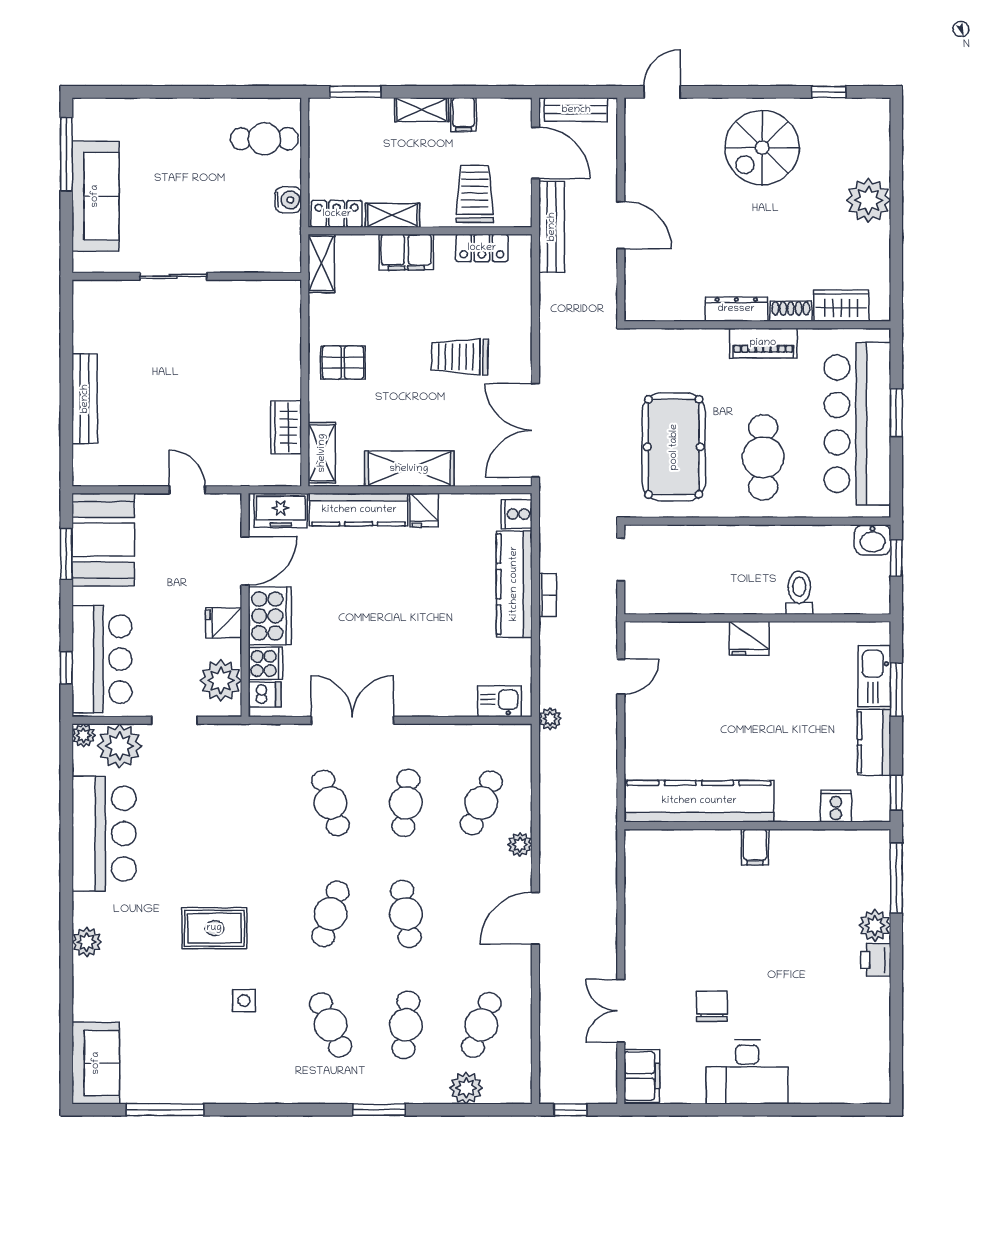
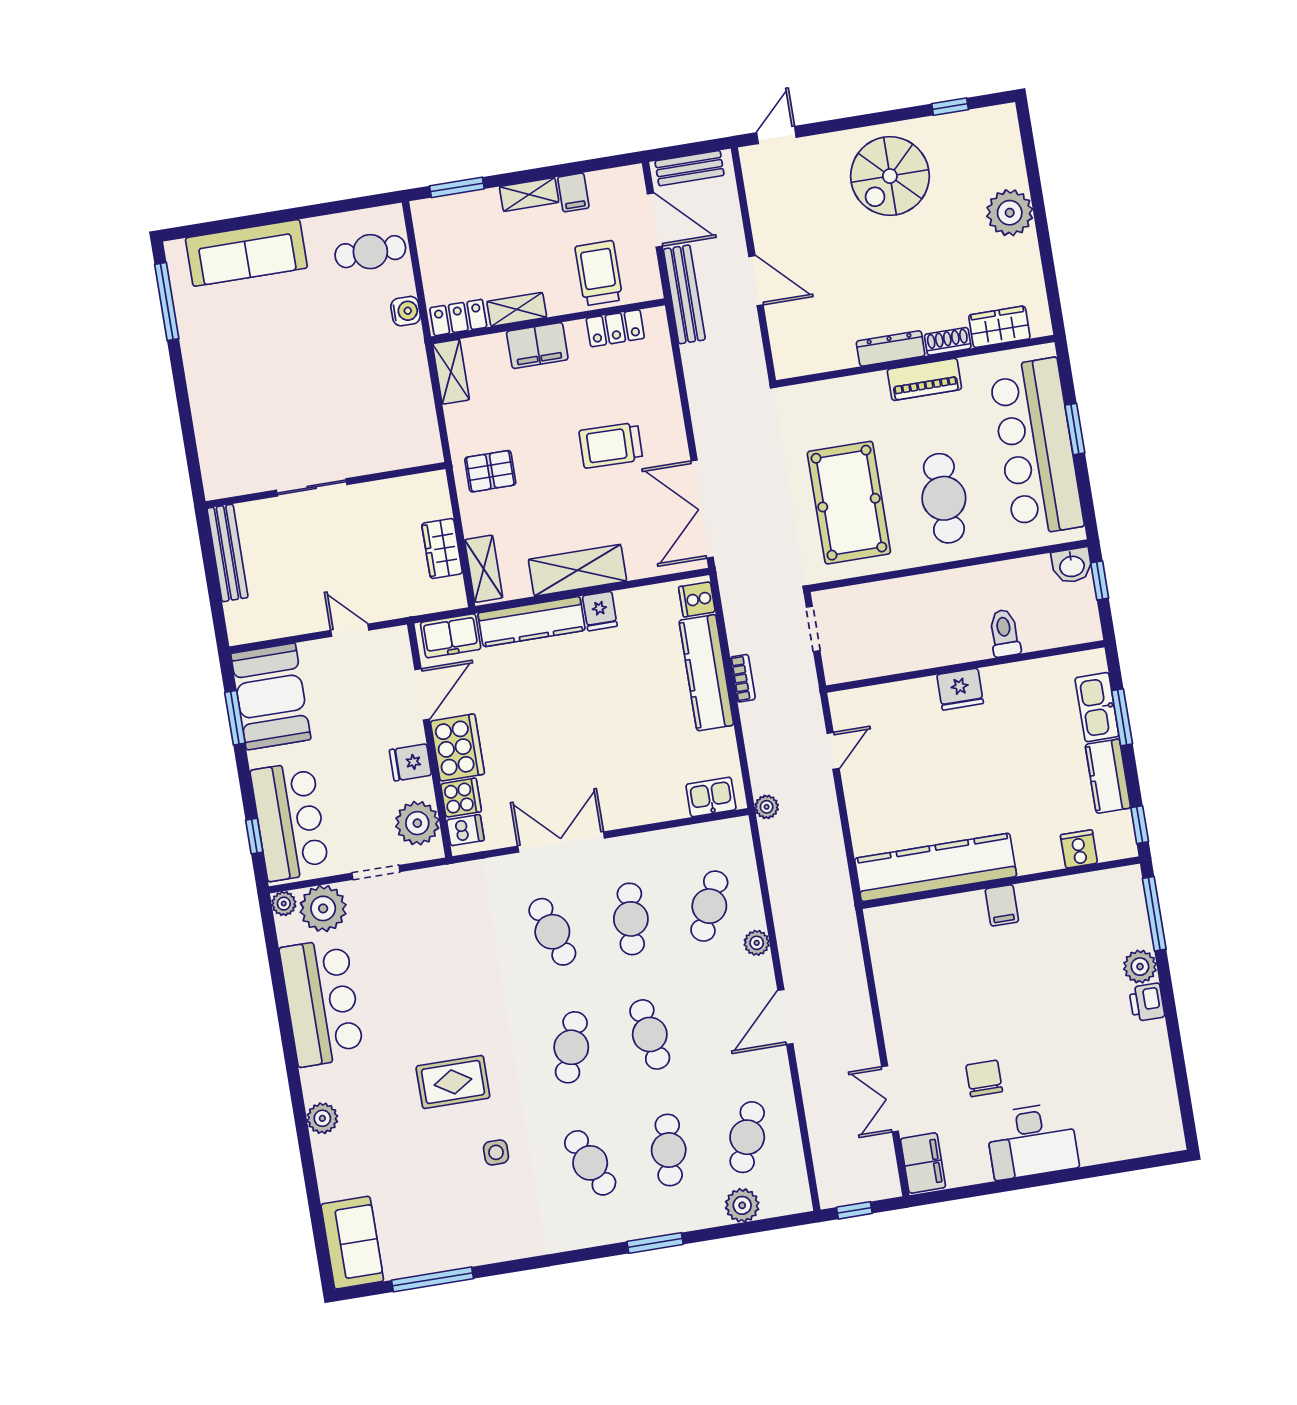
sofa: (95, 196) -> (246, 253), moved, turned 90
sliding door: (173, 276) -> (312, 487), moved
wall: (187, 276) -> (326, 485), moved

